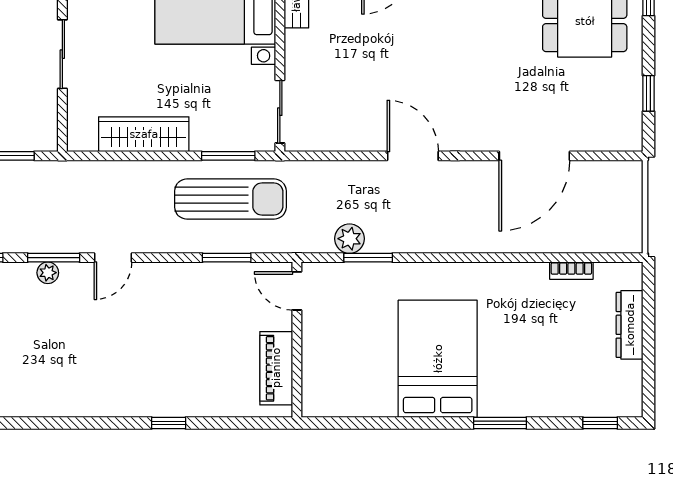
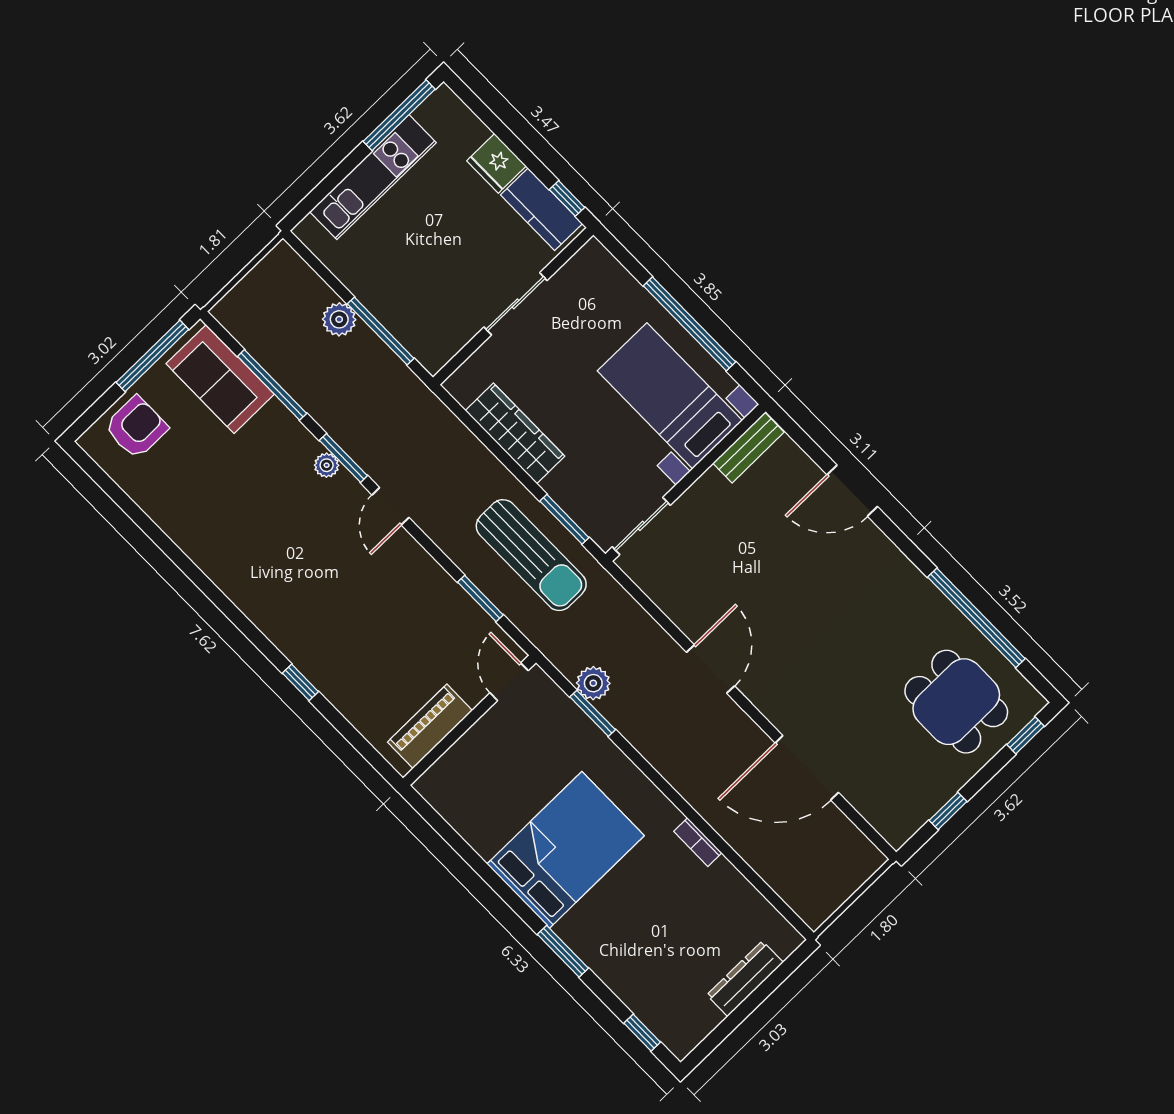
door: (113, 258) -> (390, 506), hinge flipped
bookcase: (571, 271) -> (698, 842), moved

